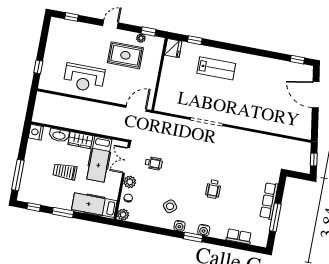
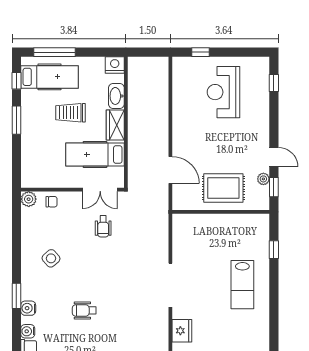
door: (110, 24) -> (274, 157), moved
fridge: (173, 48) -> (182, 331), moved, turned -90
rug: (125, 55) -> (223, 188), moved, turned 90
reception desk: (84, 78) -> (223, 92), moved
door: (136, 108) -> (170, 170), moved
double door: (126, 160) -> (100, 190), swing flipped
trolley: (65, 172) -> (70, 113), turned -90
plant: (130, 182) -> (73, 200), removed
hospital bed: (94, 205) -> (50, 77), moved, turned 90
water cooler: (179, 226) -> (28, 331), moved

